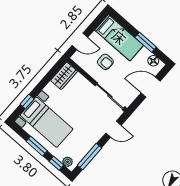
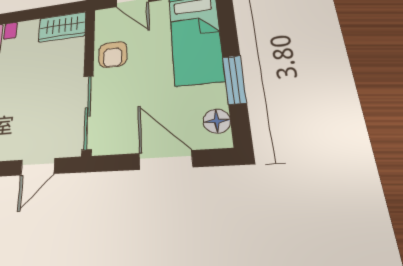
armchair: (105, 62) -> (113, 54), moved
door: (114, 129) -> (38, 167), hinge flipped

